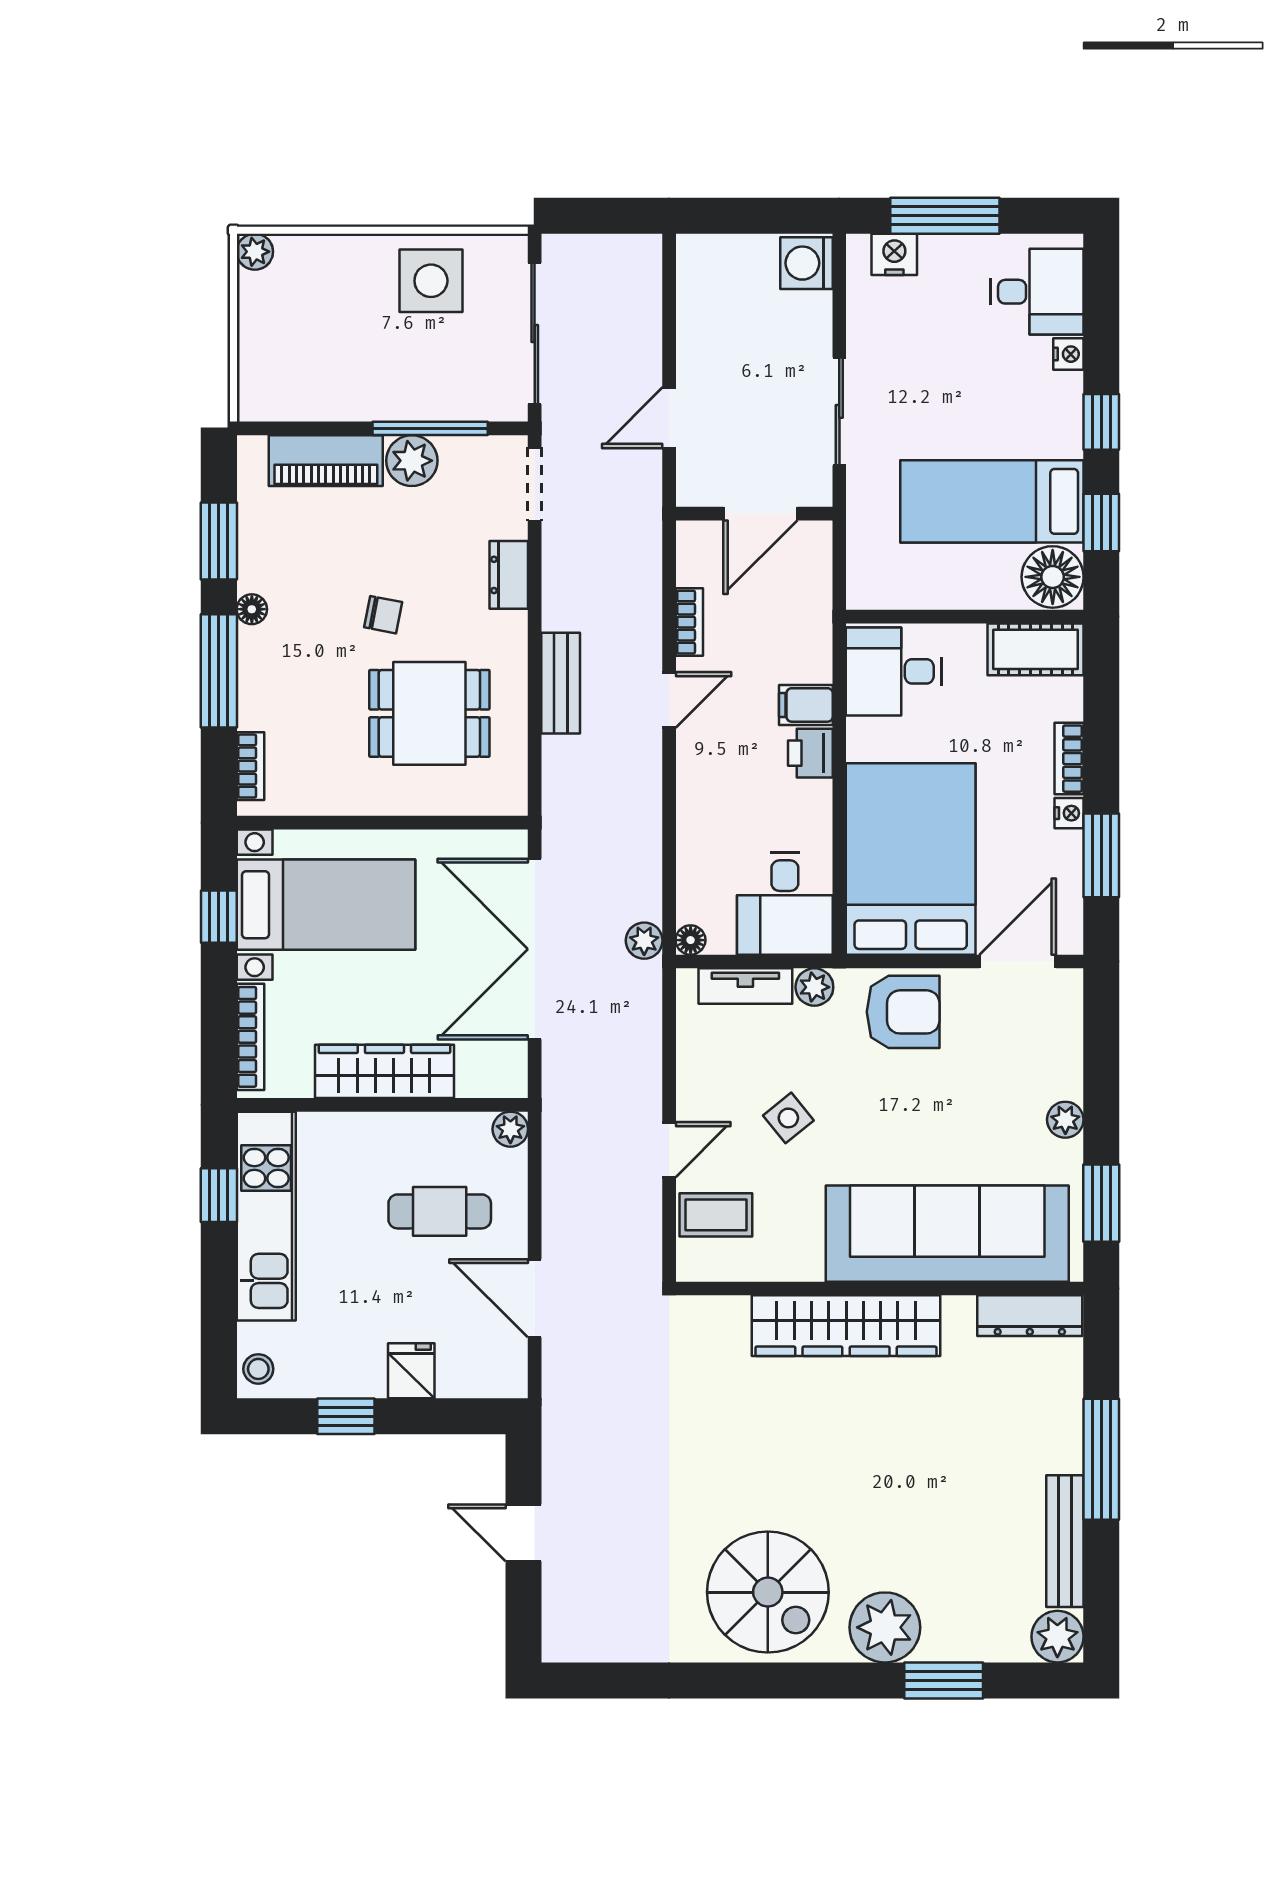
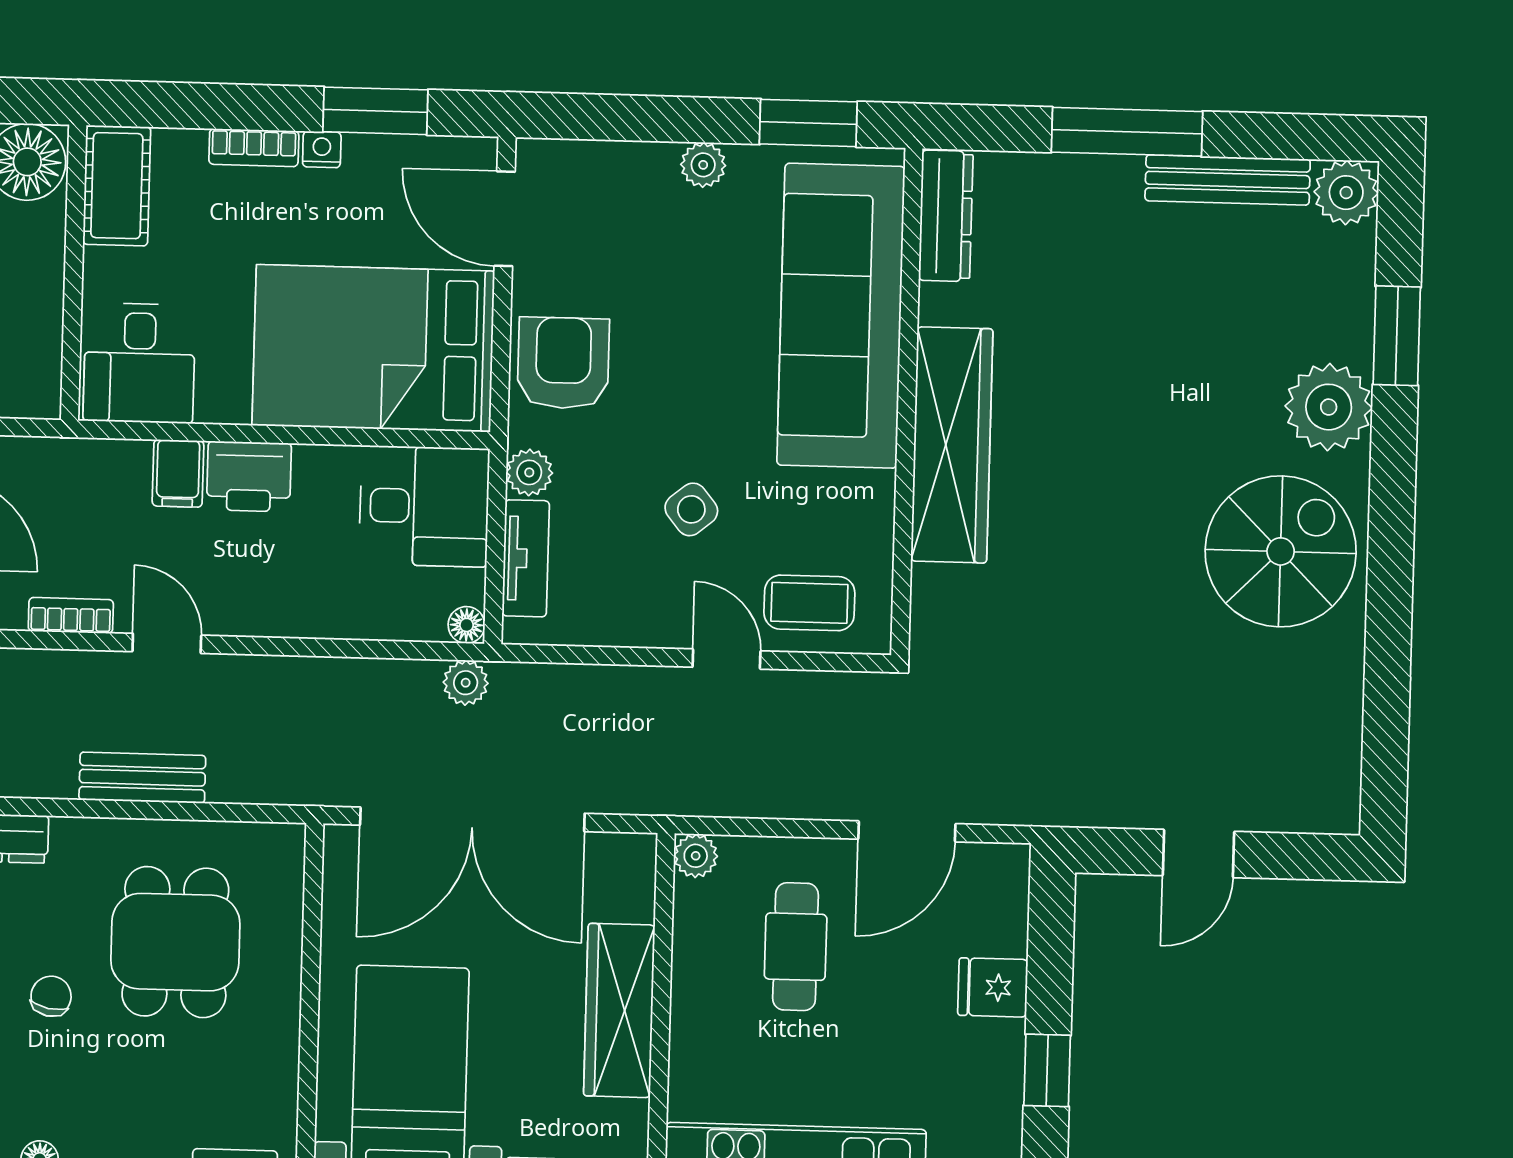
printer: (810, 753) -> (249, 476), width x1.36, depth x1.24
coffee table: (716, 1215) -> (809, 603), turned 90

